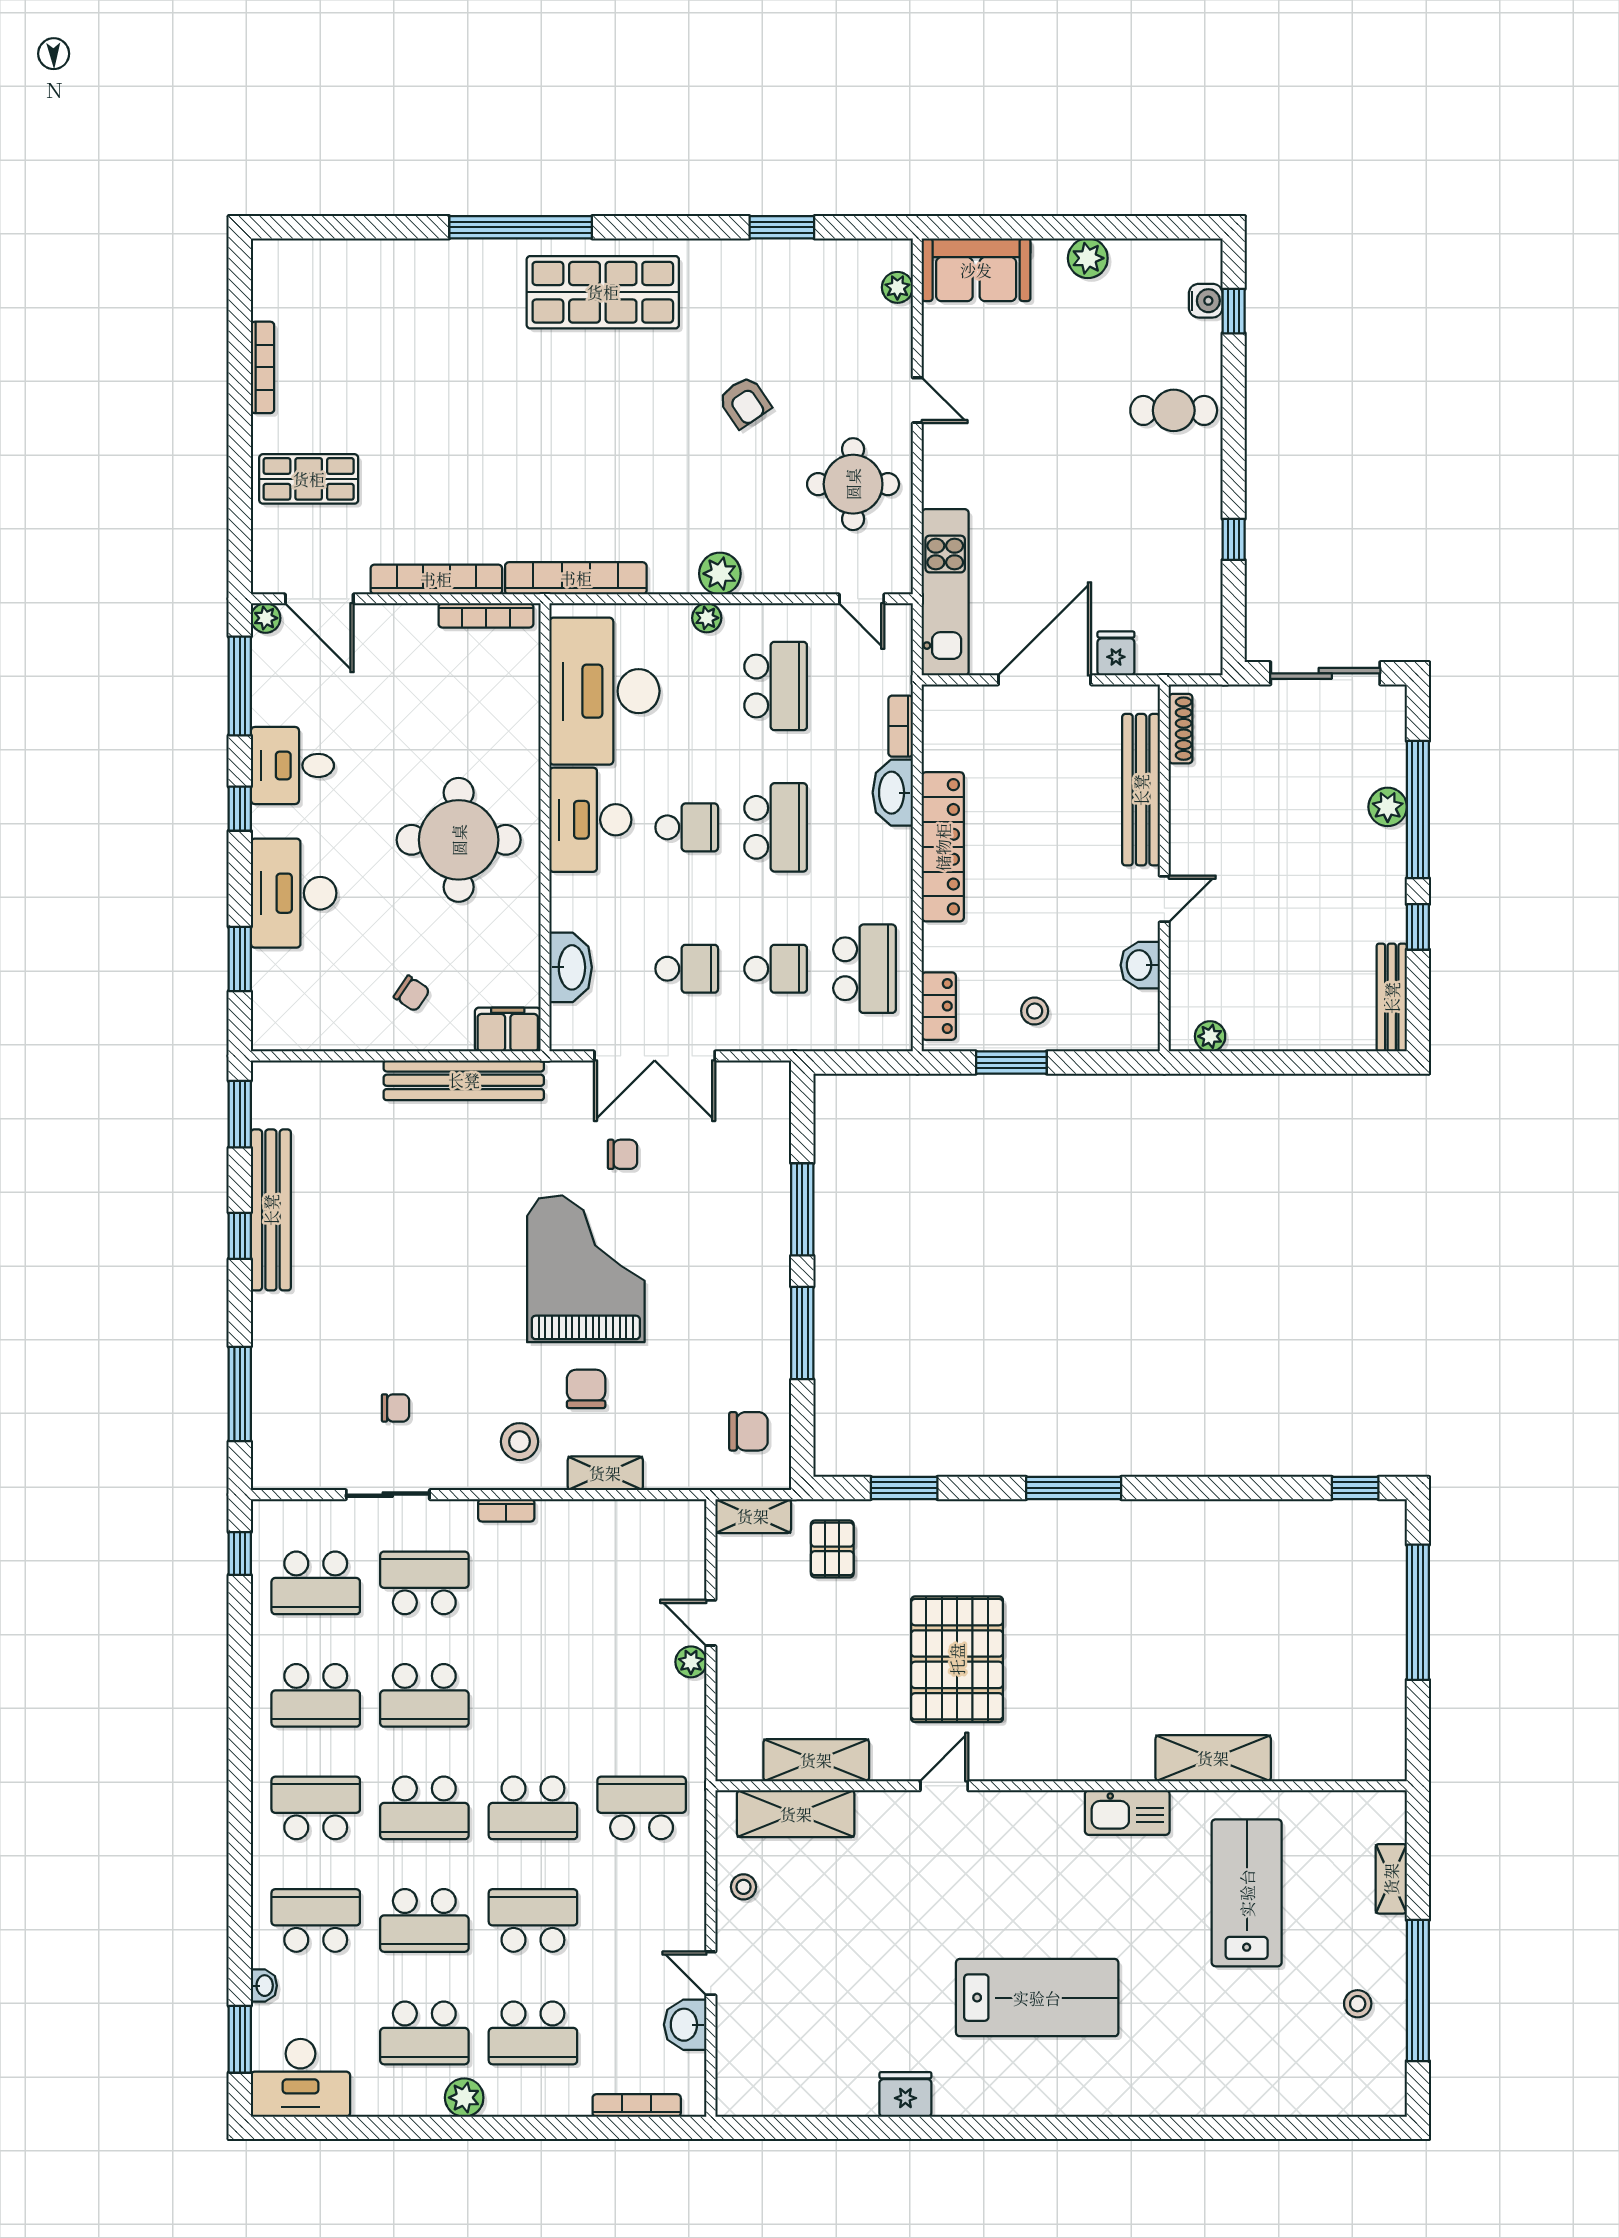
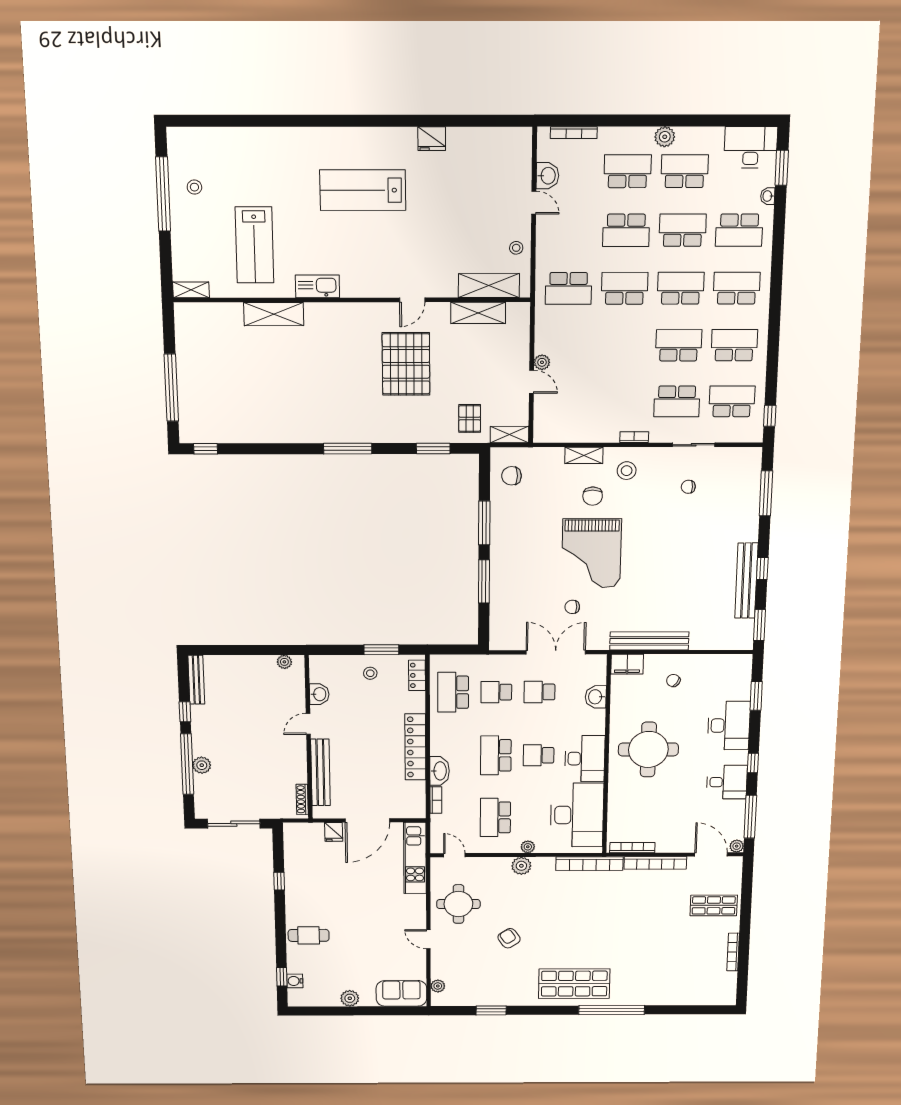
washbasin: (571, 967) -> (596, 697), width x0.72
school desk: (316, 1808) -> (737, 288), turned 180
shelving: (1391, 1879) -> (191, 290), moved, turned 90

